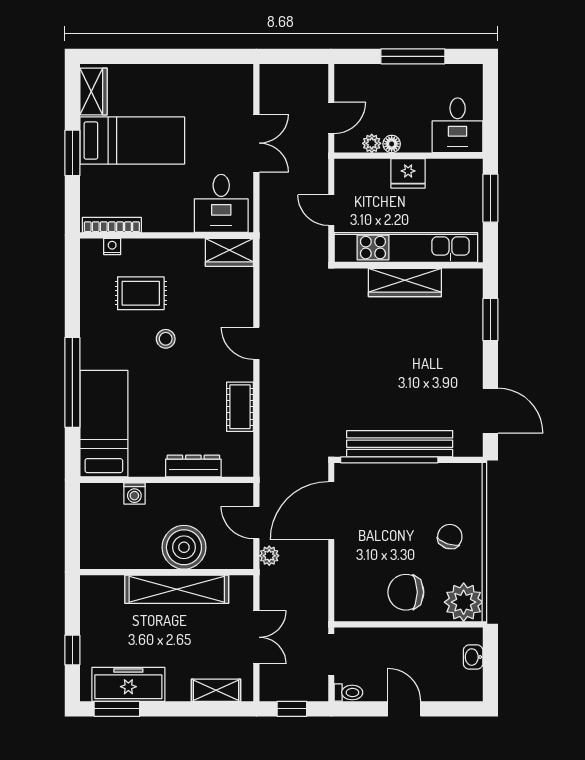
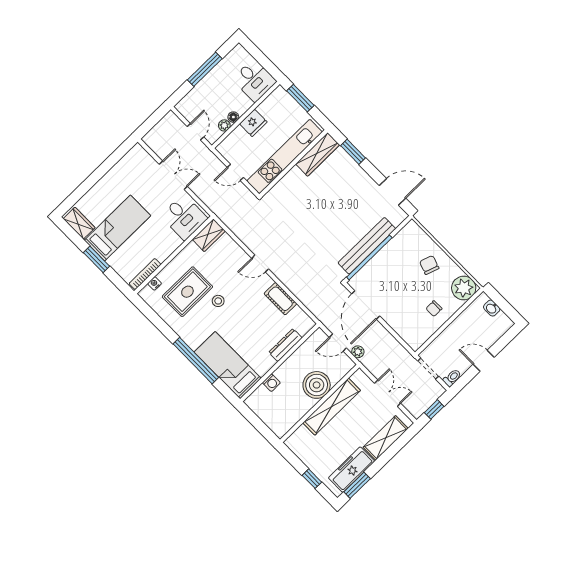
wardrobe: (405, 282) -> (318, 154), moved
rug: (141, 293) -> (187, 292), width x1.36, depth x1.43
chair: (406, 592) -> (434, 309), width x0.54, depth x0.54
shelving: (216, 690) -> (386, 438), width x1.50, depth x1.33

